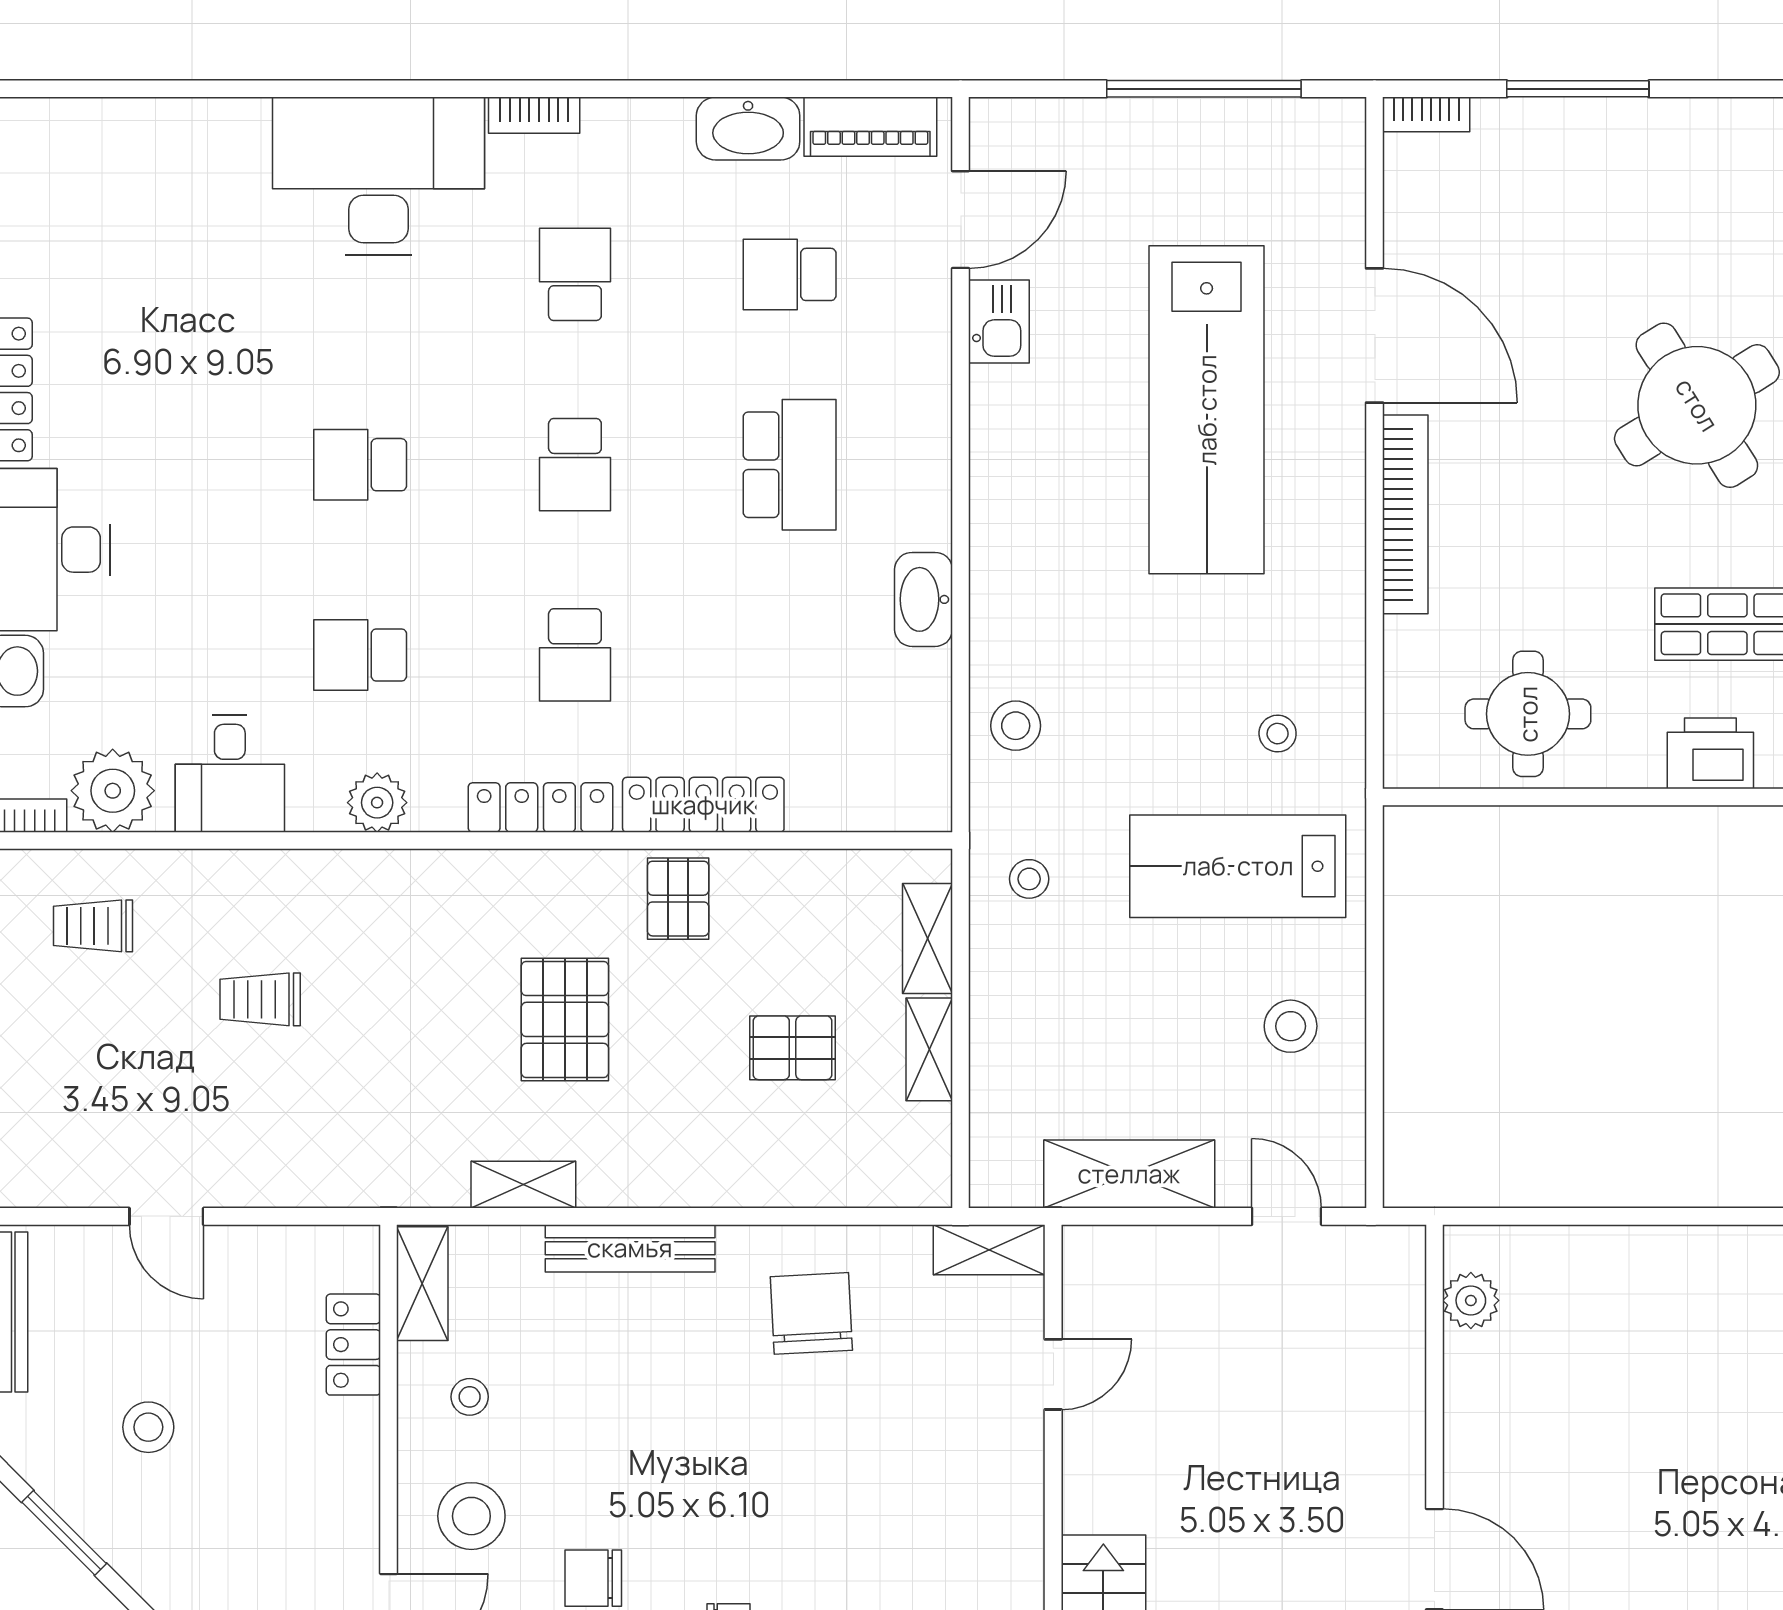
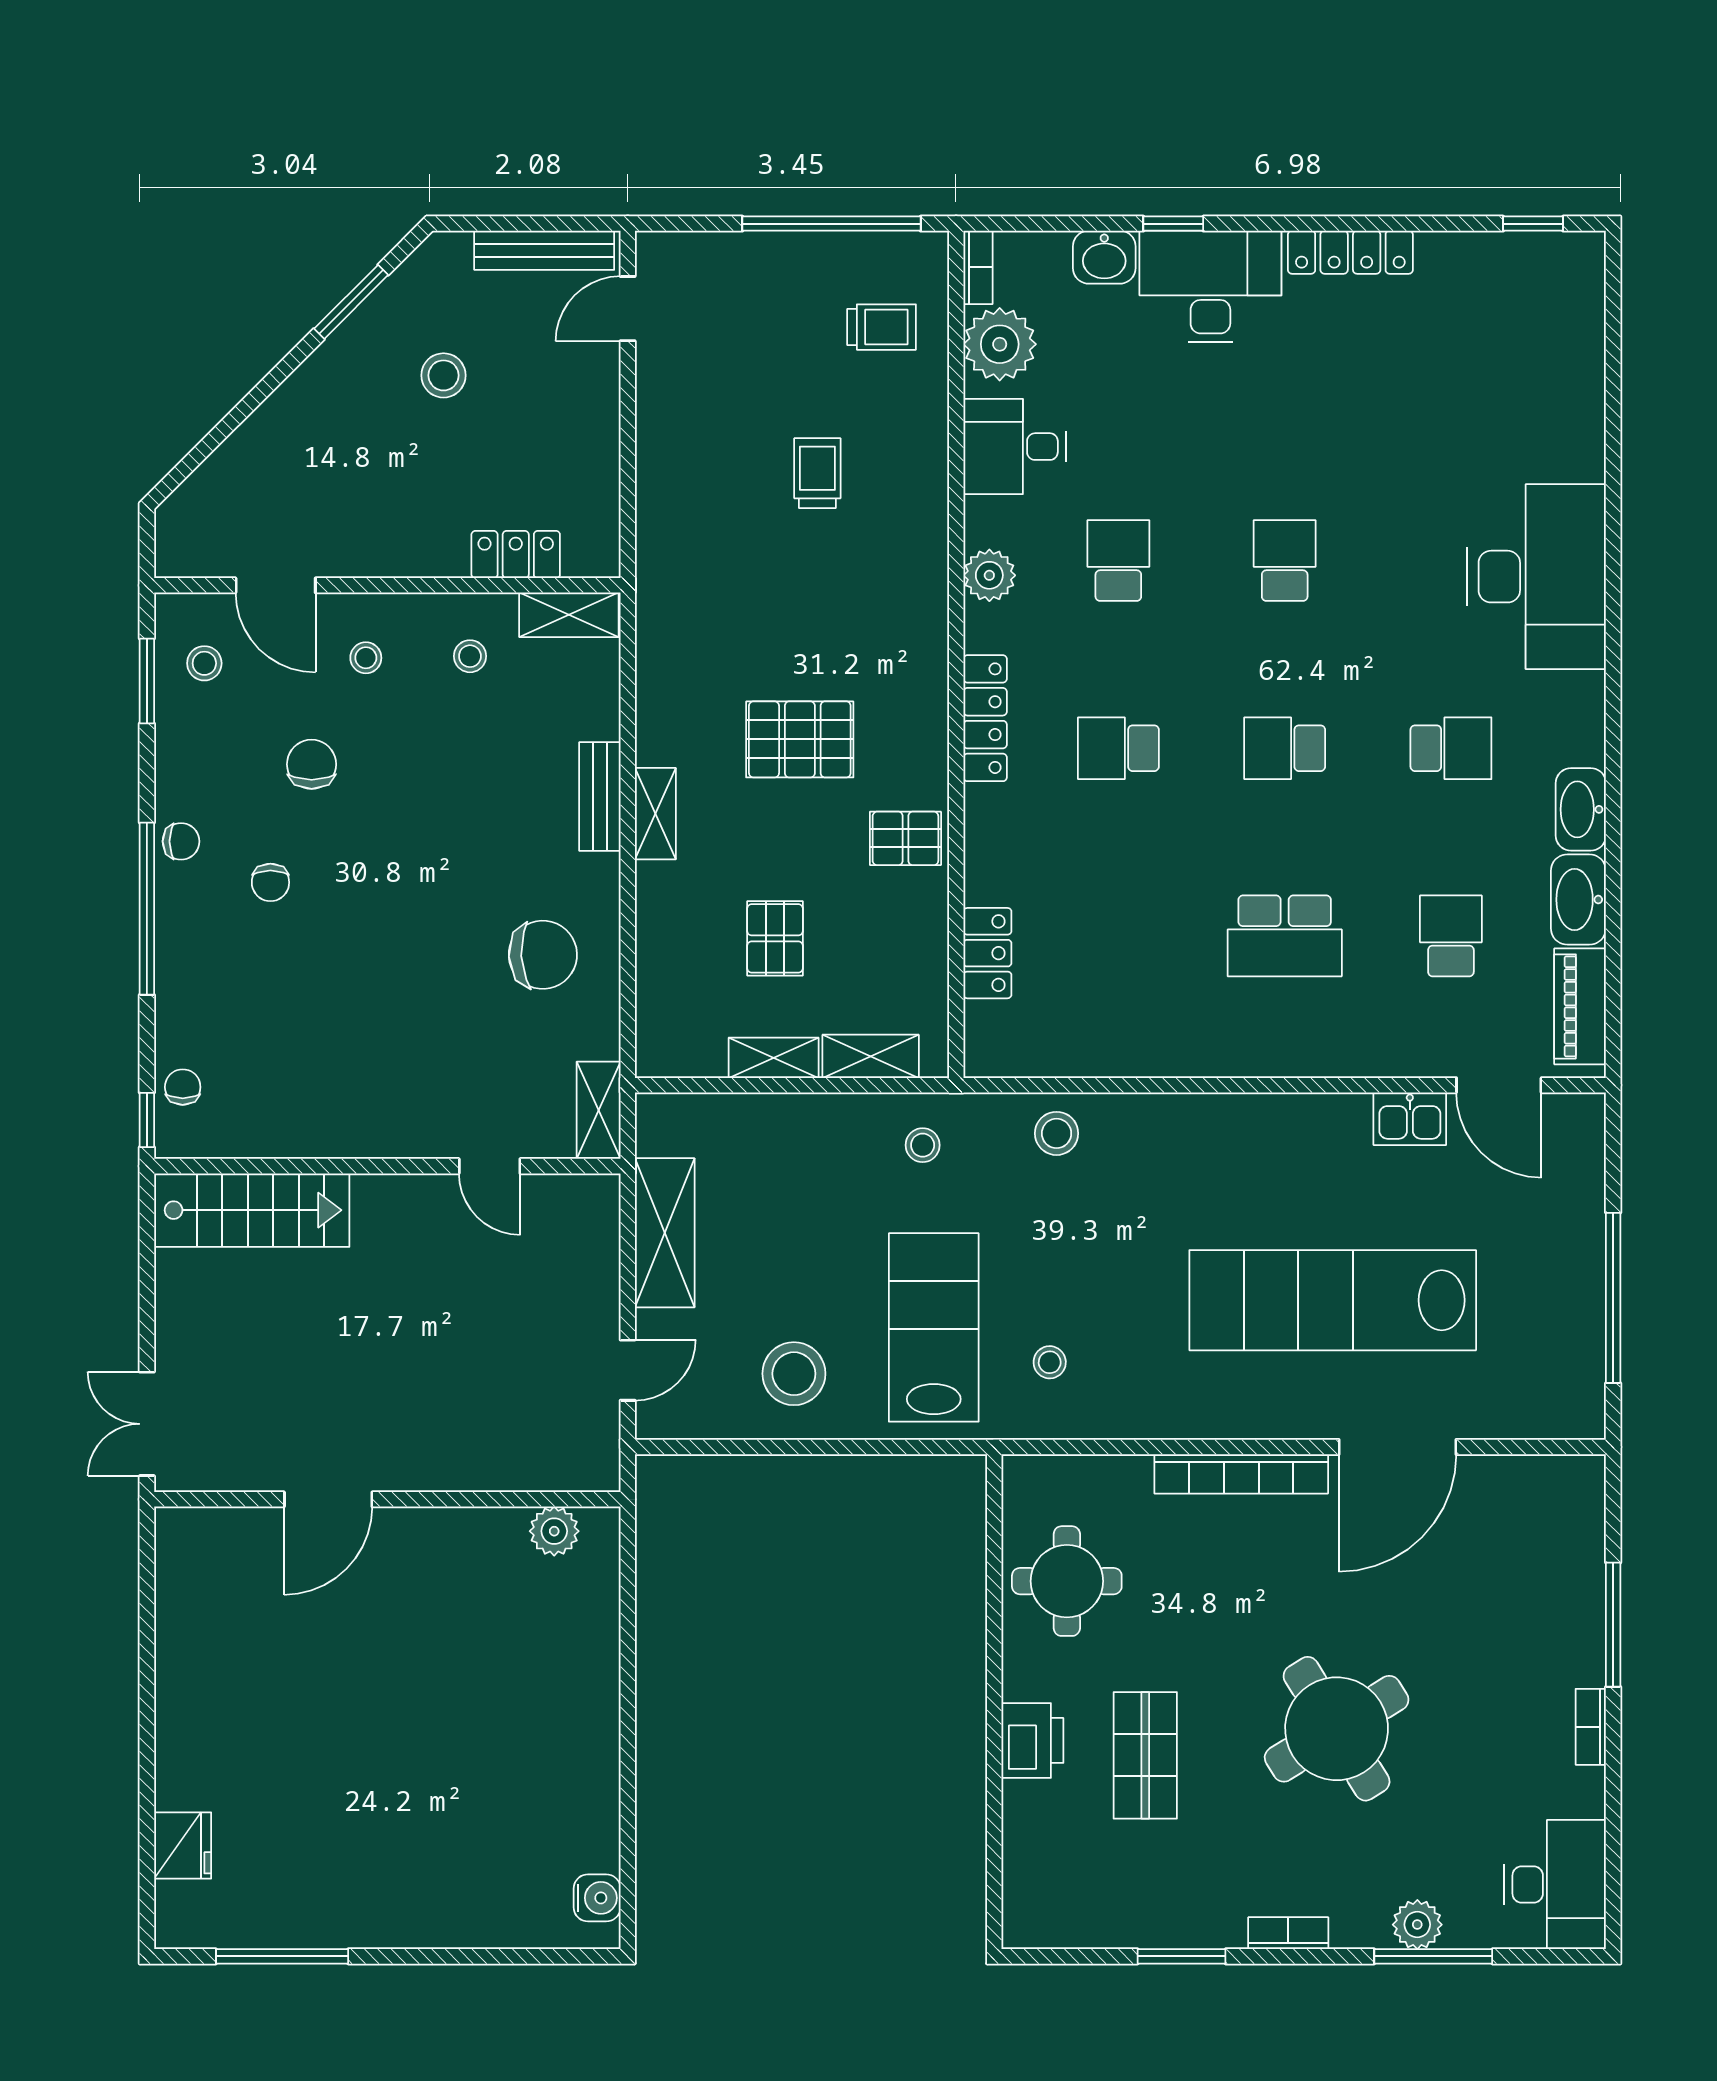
bookcase: (1426, 114) -> (1591, 1727), moved
bookcase: (534, 115) -> (1590, 713), removed
washbasin: (924, 599) -> (1581, 809), moved, turned -90
locker: (703, 805) -> (987, 953), moved, width x0.66
trolley: (93, 926) -> (882, 327), turned 90
stool: (1291, 1026) -> (794, 1374), width x1.38, depth x1.38
shelving: (523, 1185) -> (655, 814), moved
door: (166, 1216) -> (628, 309), moved
bench: (630, 1248) -> (600, 797), width x0.73
stool: (471, 1516) -> (366, 658), width x0.53, depth x0.53

